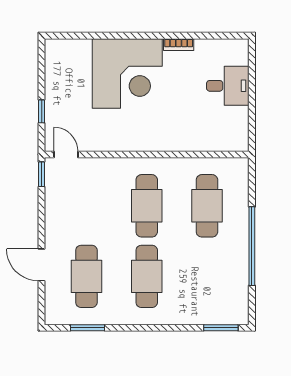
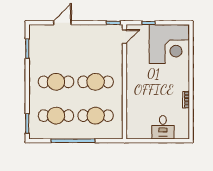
corner desk: (127, 73) -> (169, 44), moved, turned -90
cafe table: (86, 276) -> (56, 116), moved

